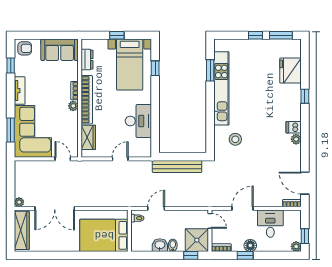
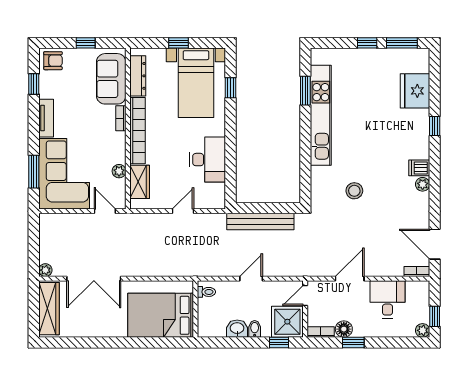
window: (49, 35) -> (86, 43), added
sofa: (60, 50) -> (111, 79), moved, turned 90
dresser: (87, 60) -> (138, 76), width x1.44
plant: (73, 106) -> (119, 171), moved
stool: (235, 139) -> (354, 191), moved
door: (156, 208) -> (251, 279), moved
door: (210, 221) -> (305, 296), swing flipped
floor lamp: (250, 245) -> (344, 329), moved

